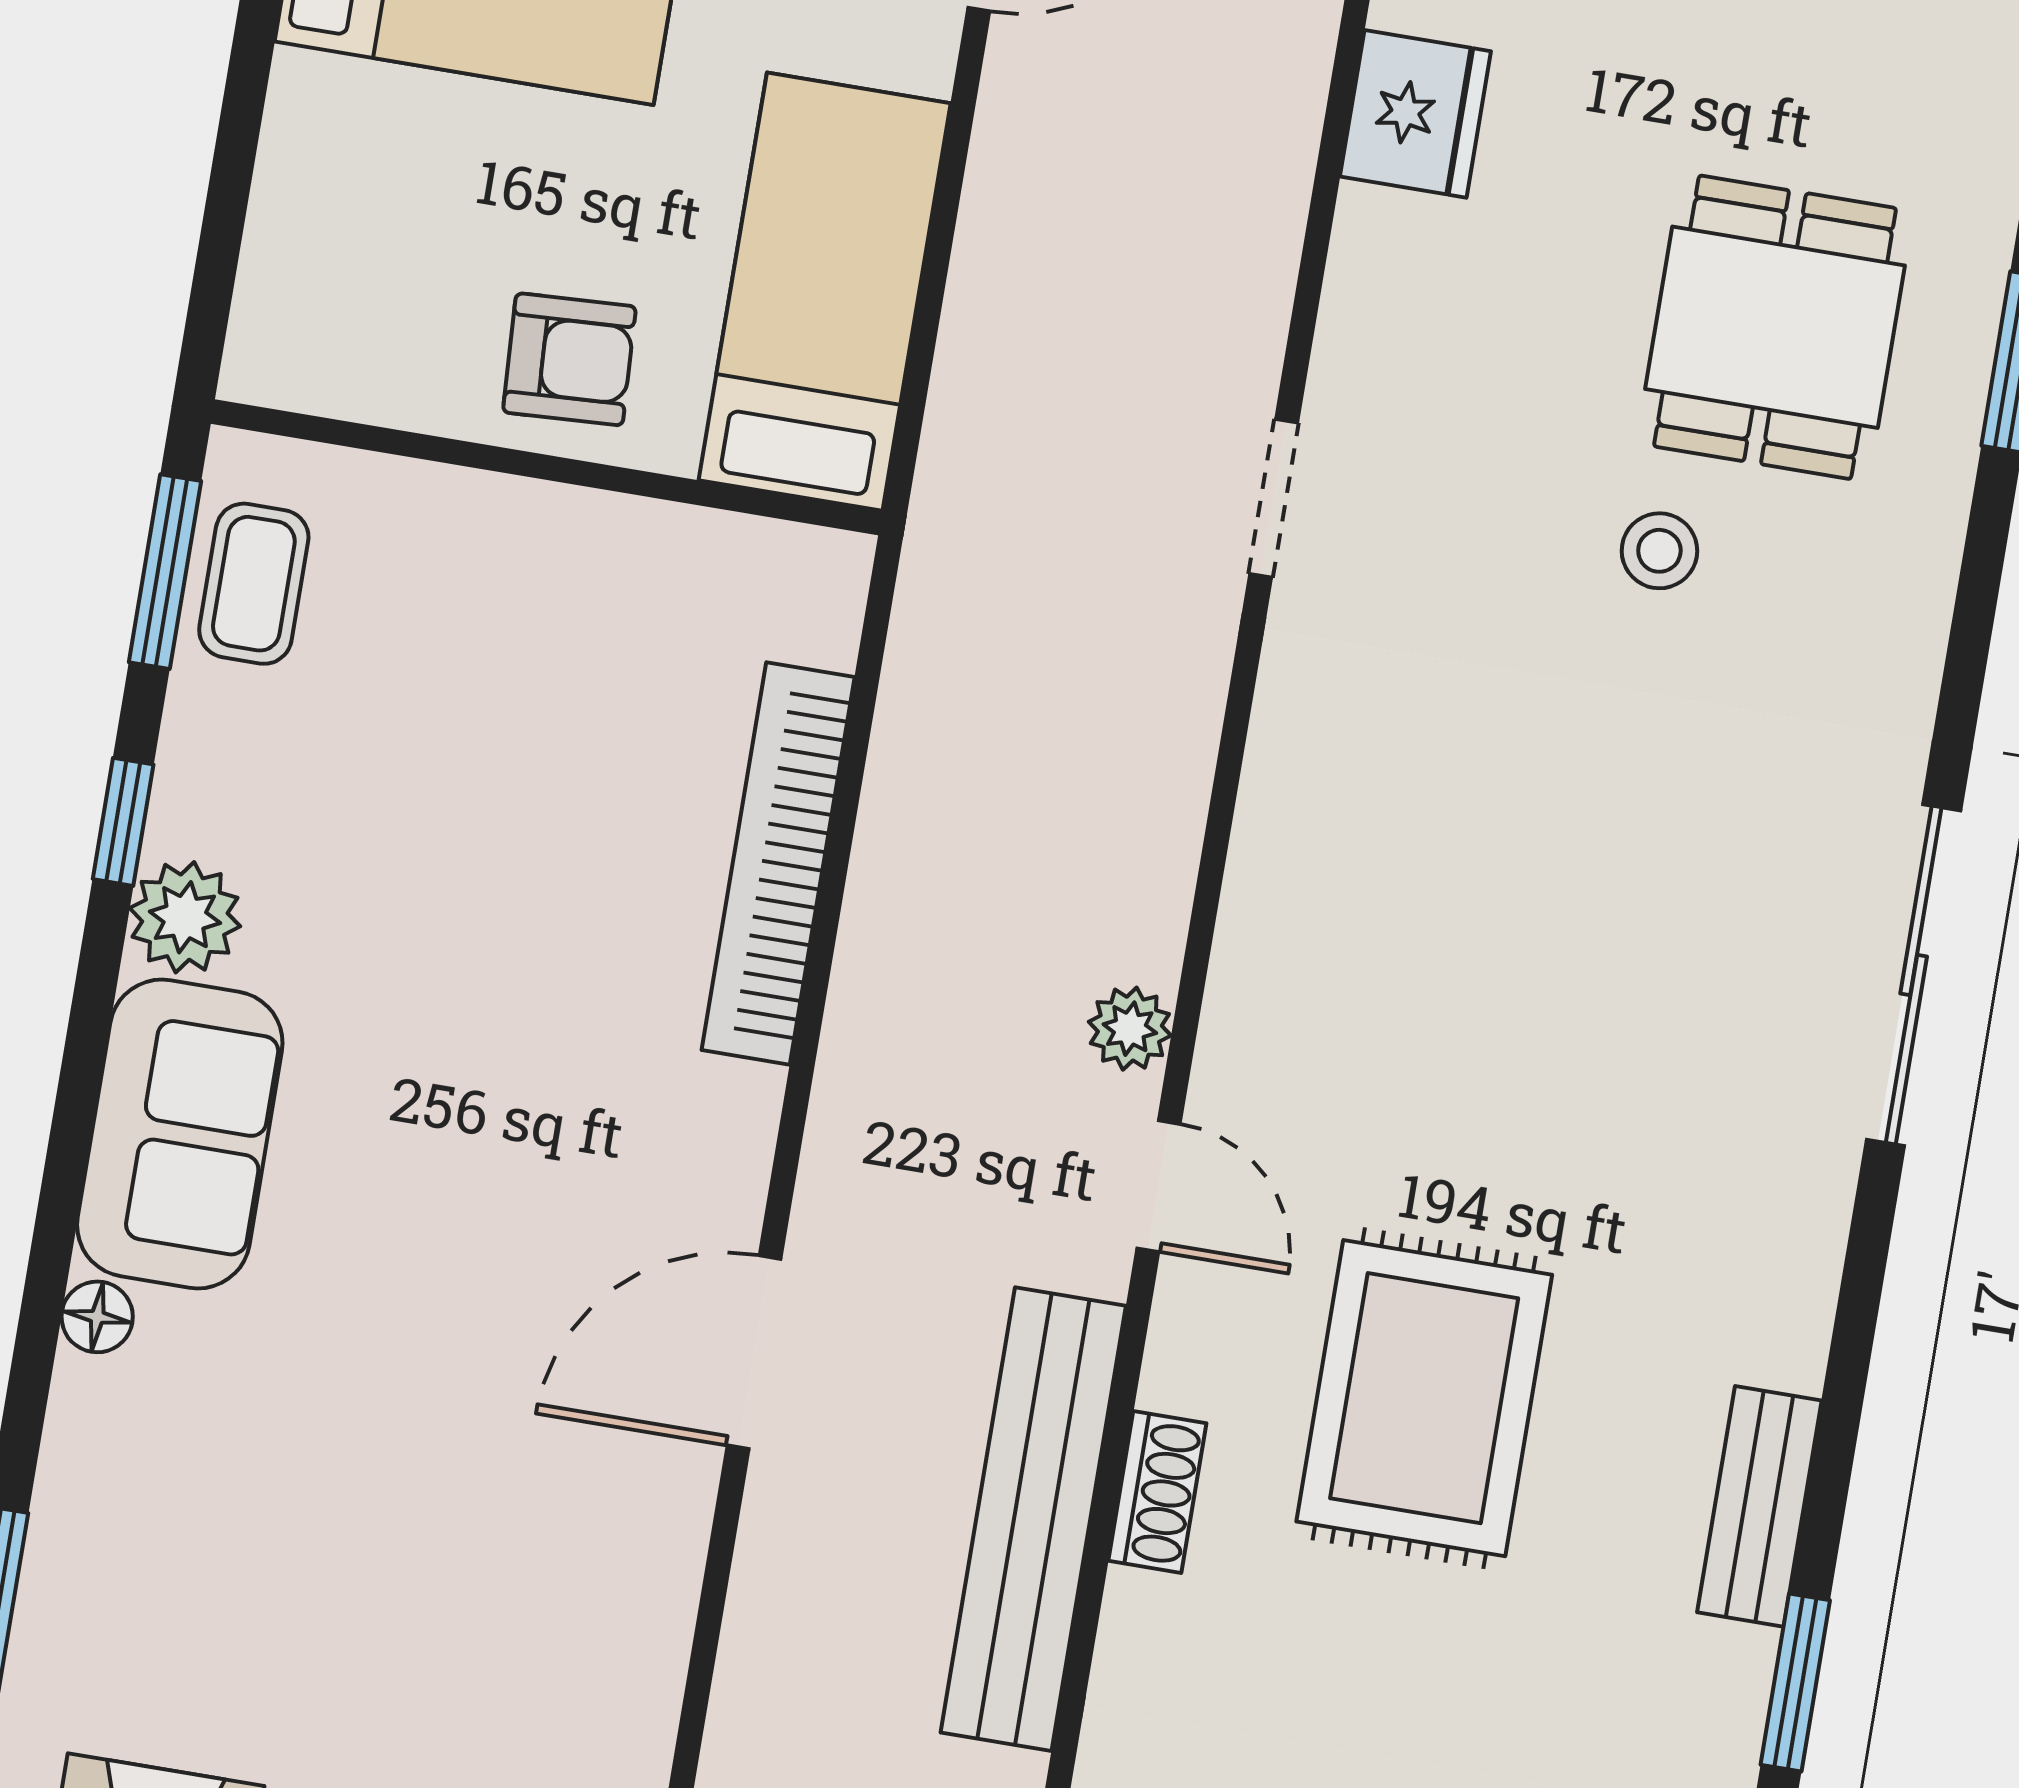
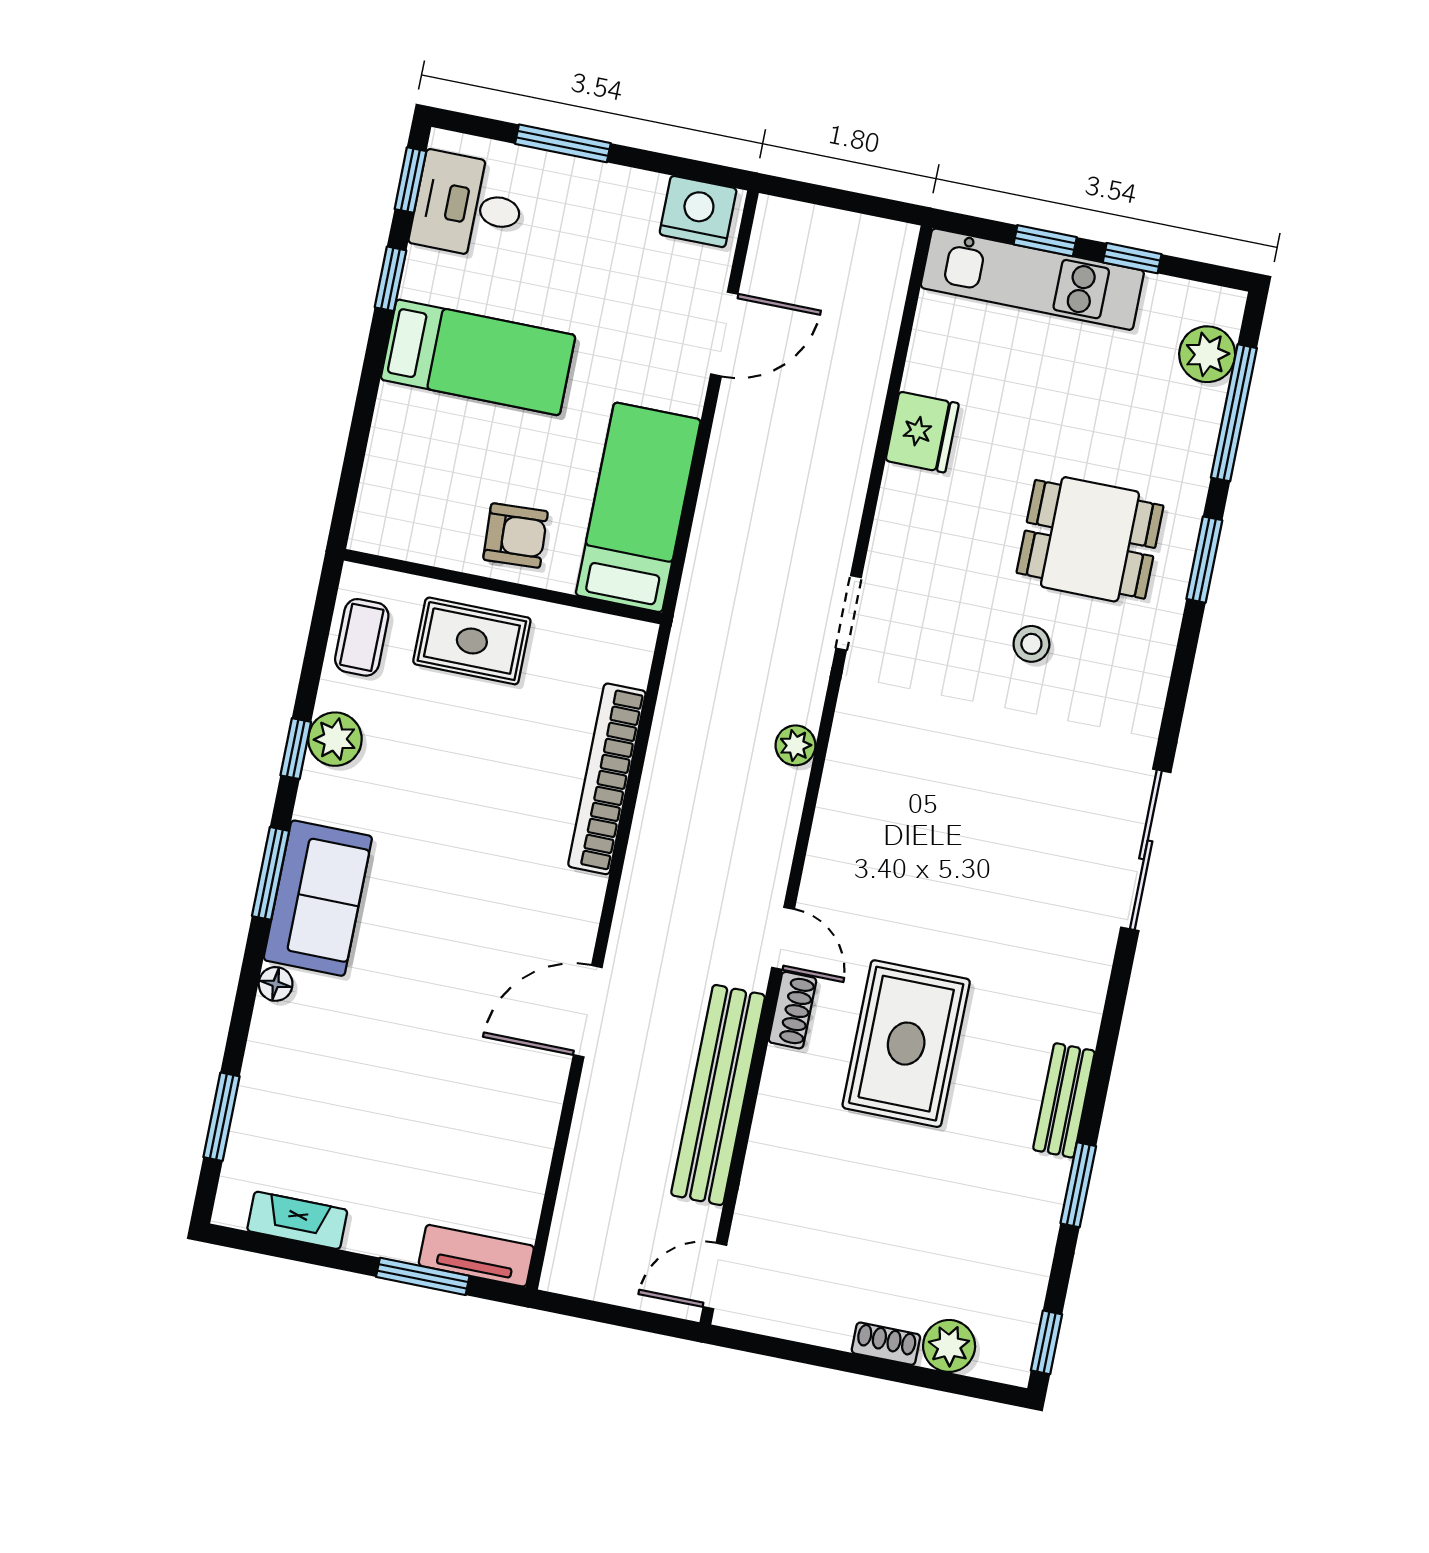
dining table: (1775, 327) -> (1090, 539), turned 90
window: (165, 572) -> (271, 873), moved
rug: (485, 584) -> (472, 641), added
plant: (185, 917) -> (335, 739), moved
plant: (1130, 1029) -> (795, 745), moved
shoe rack: (1157, 1492) -> (792, 1010), moved

